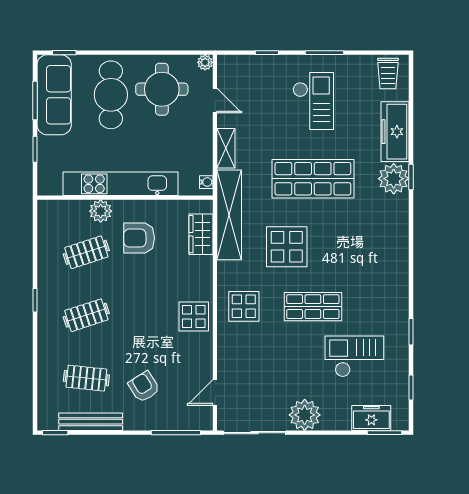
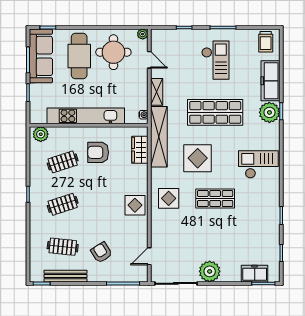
plant: (101, 211) -> (41, 134), moved
checkout: (354, 356) -> (258, 164), moved

